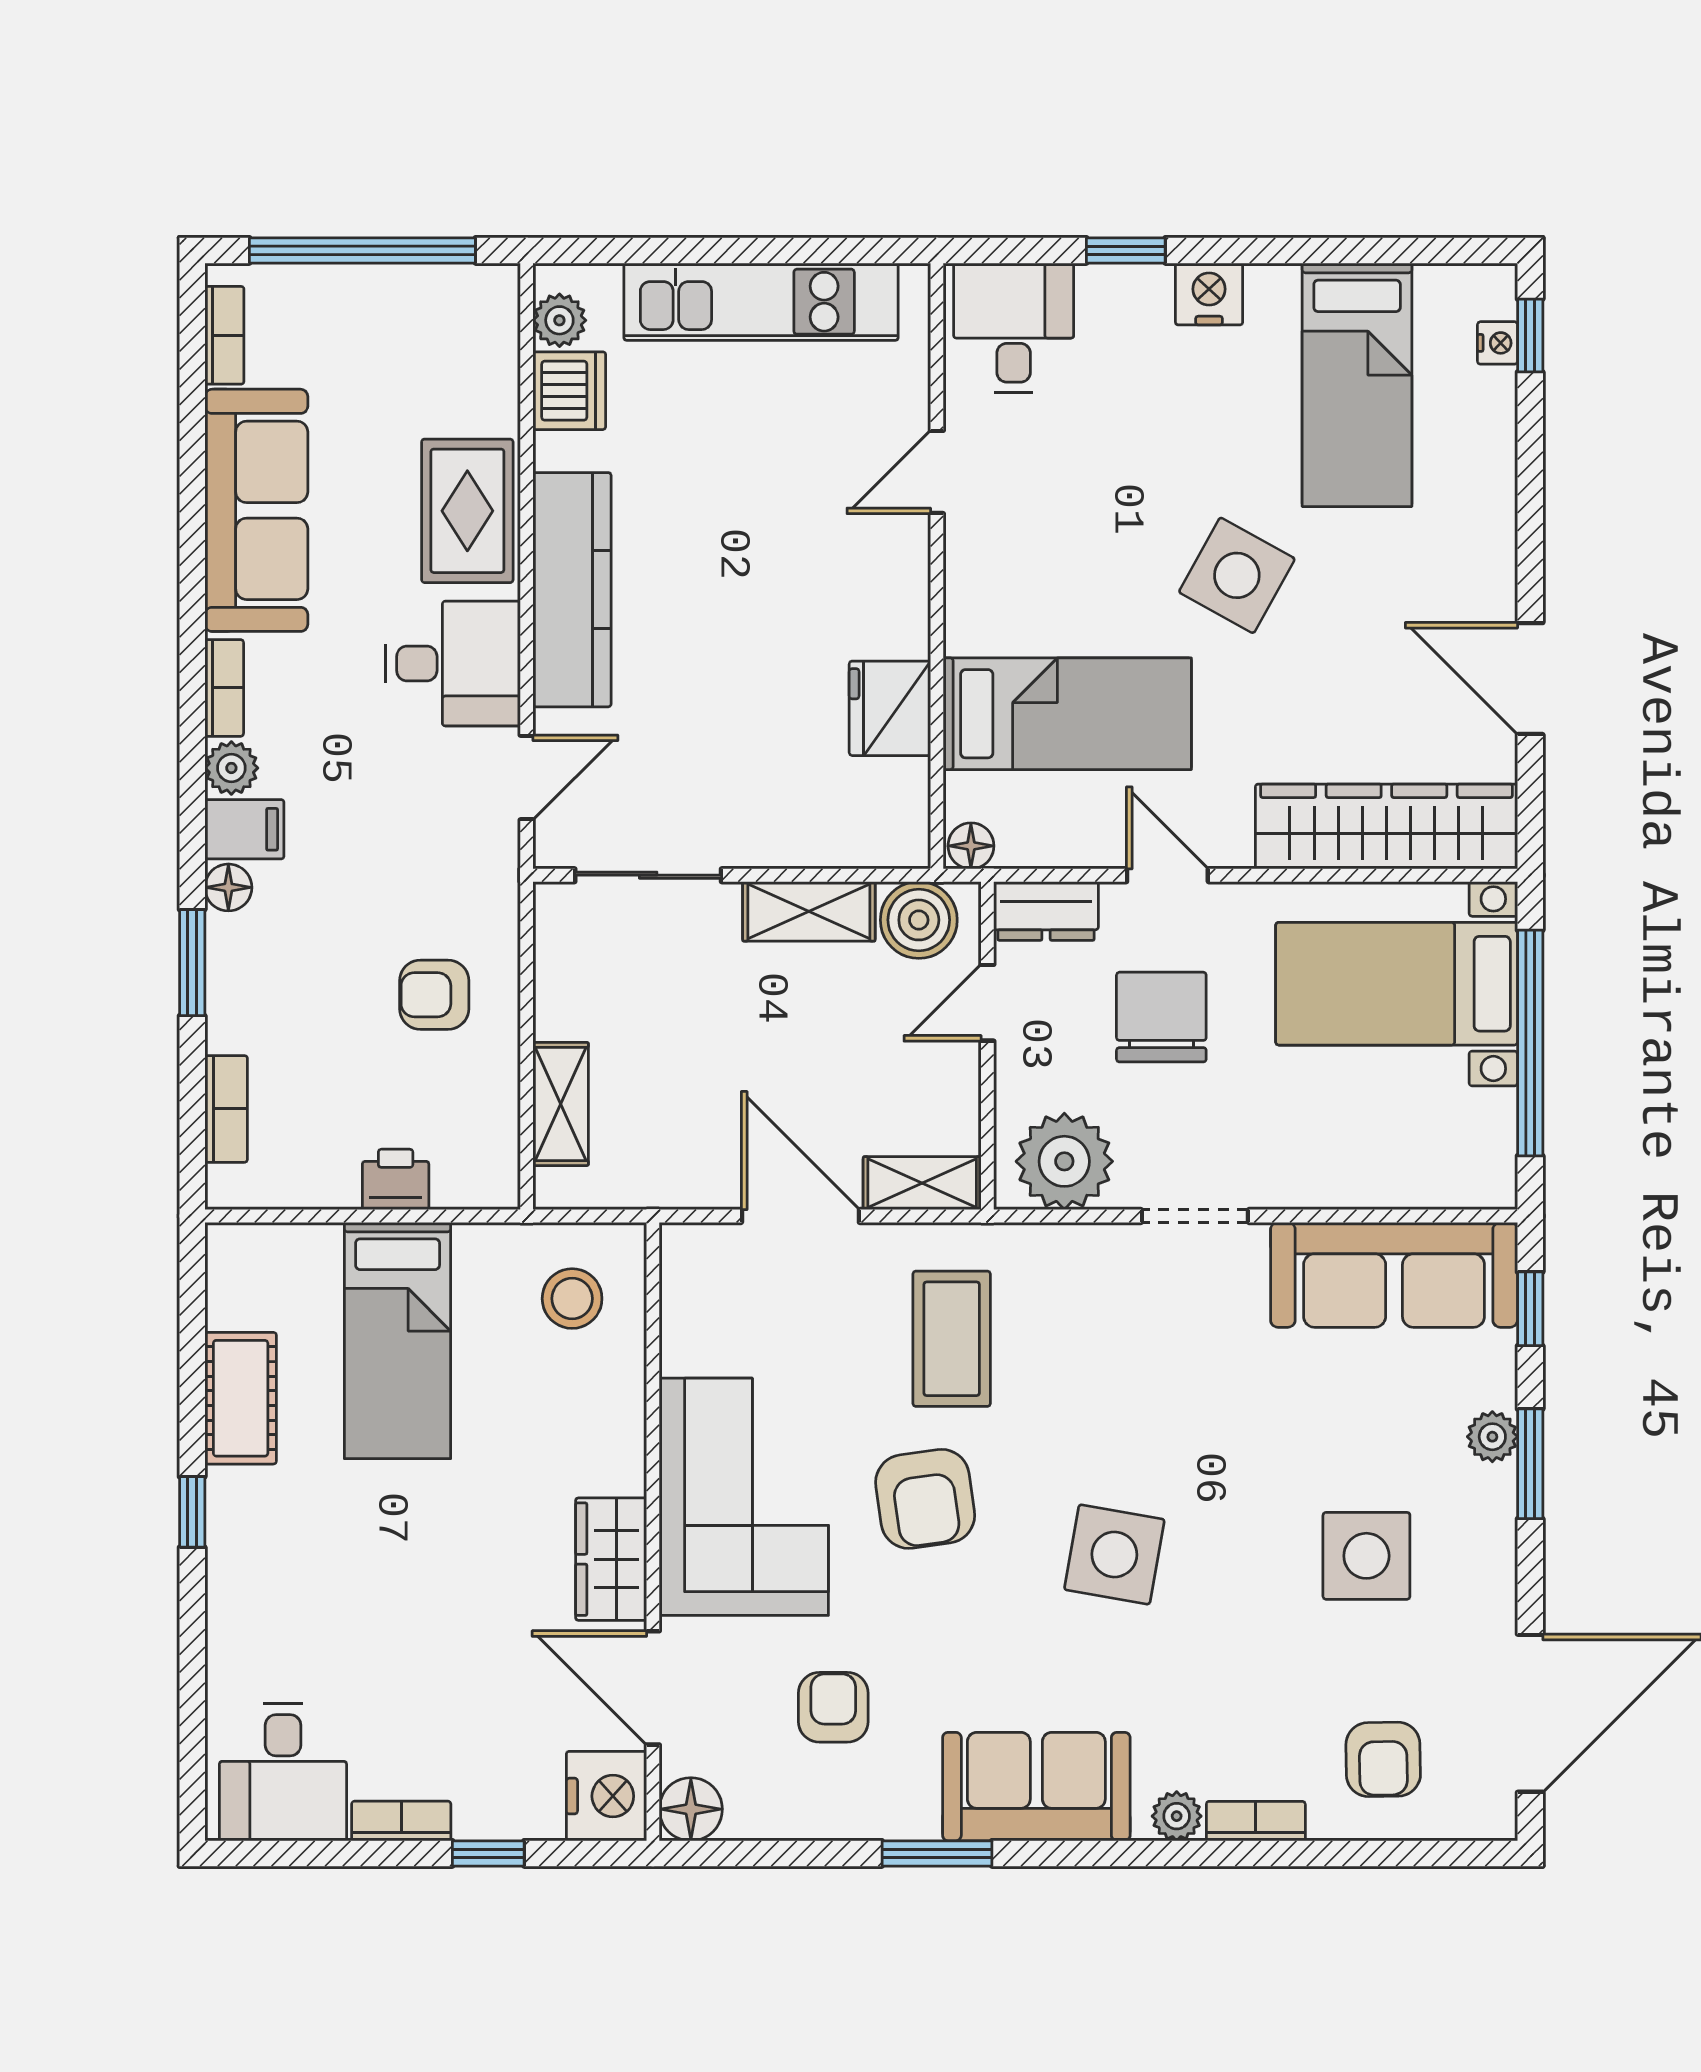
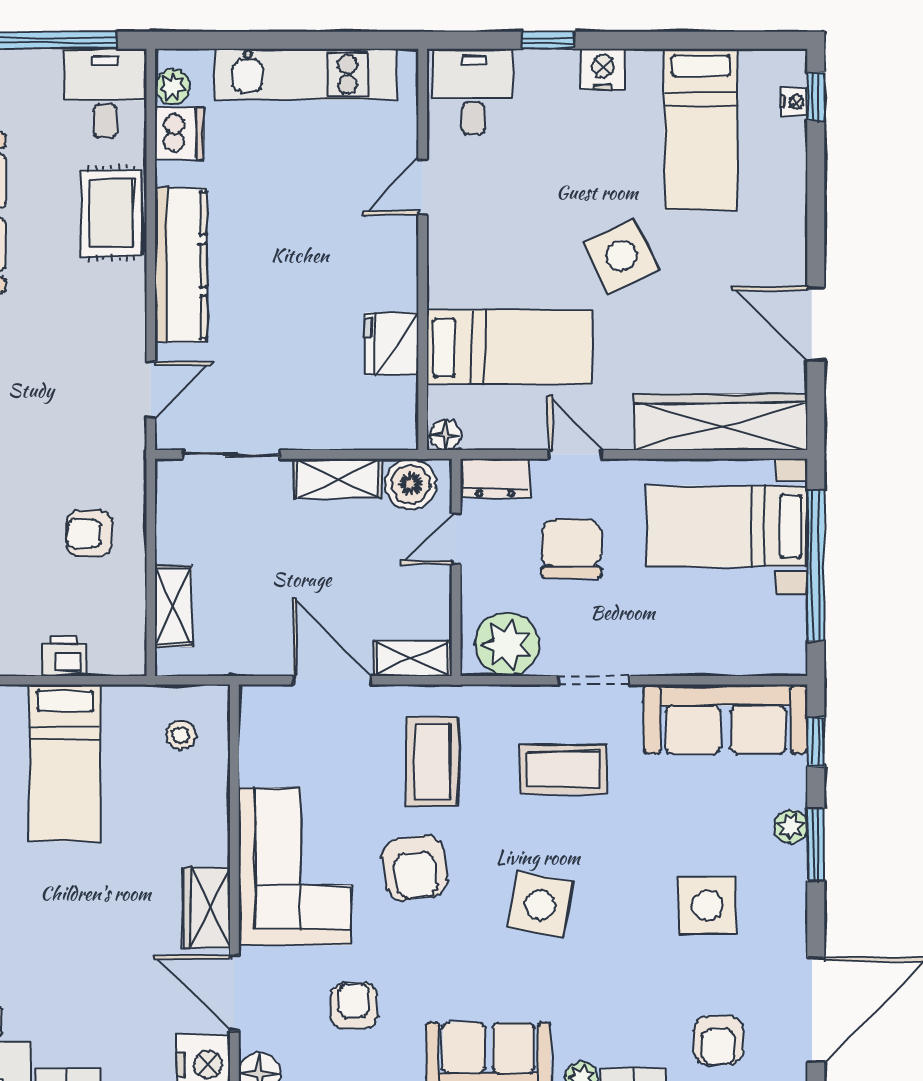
side table: (1237, 575) -> (621, 256), turned 34
desk: (453, 664) -> (105, 93), moved, turned -90
stool: (572, 1299) -> (181, 735), width x0.73, depth x0.73
coffee table: (1149, 1350) -> (563, 769), added

